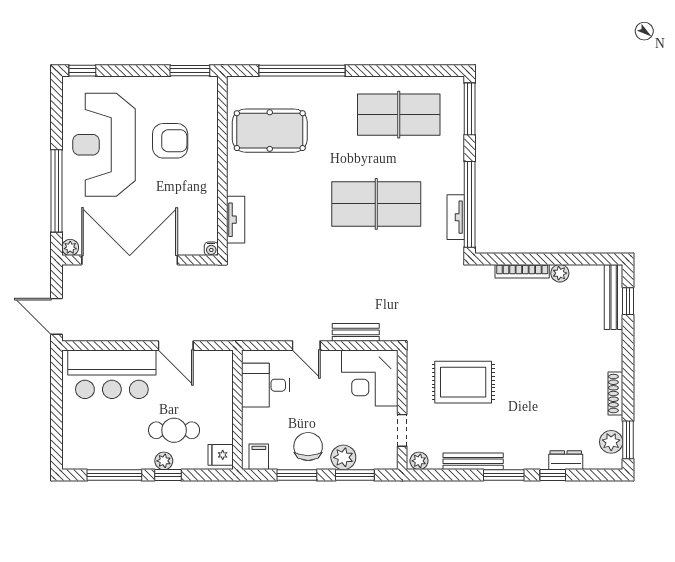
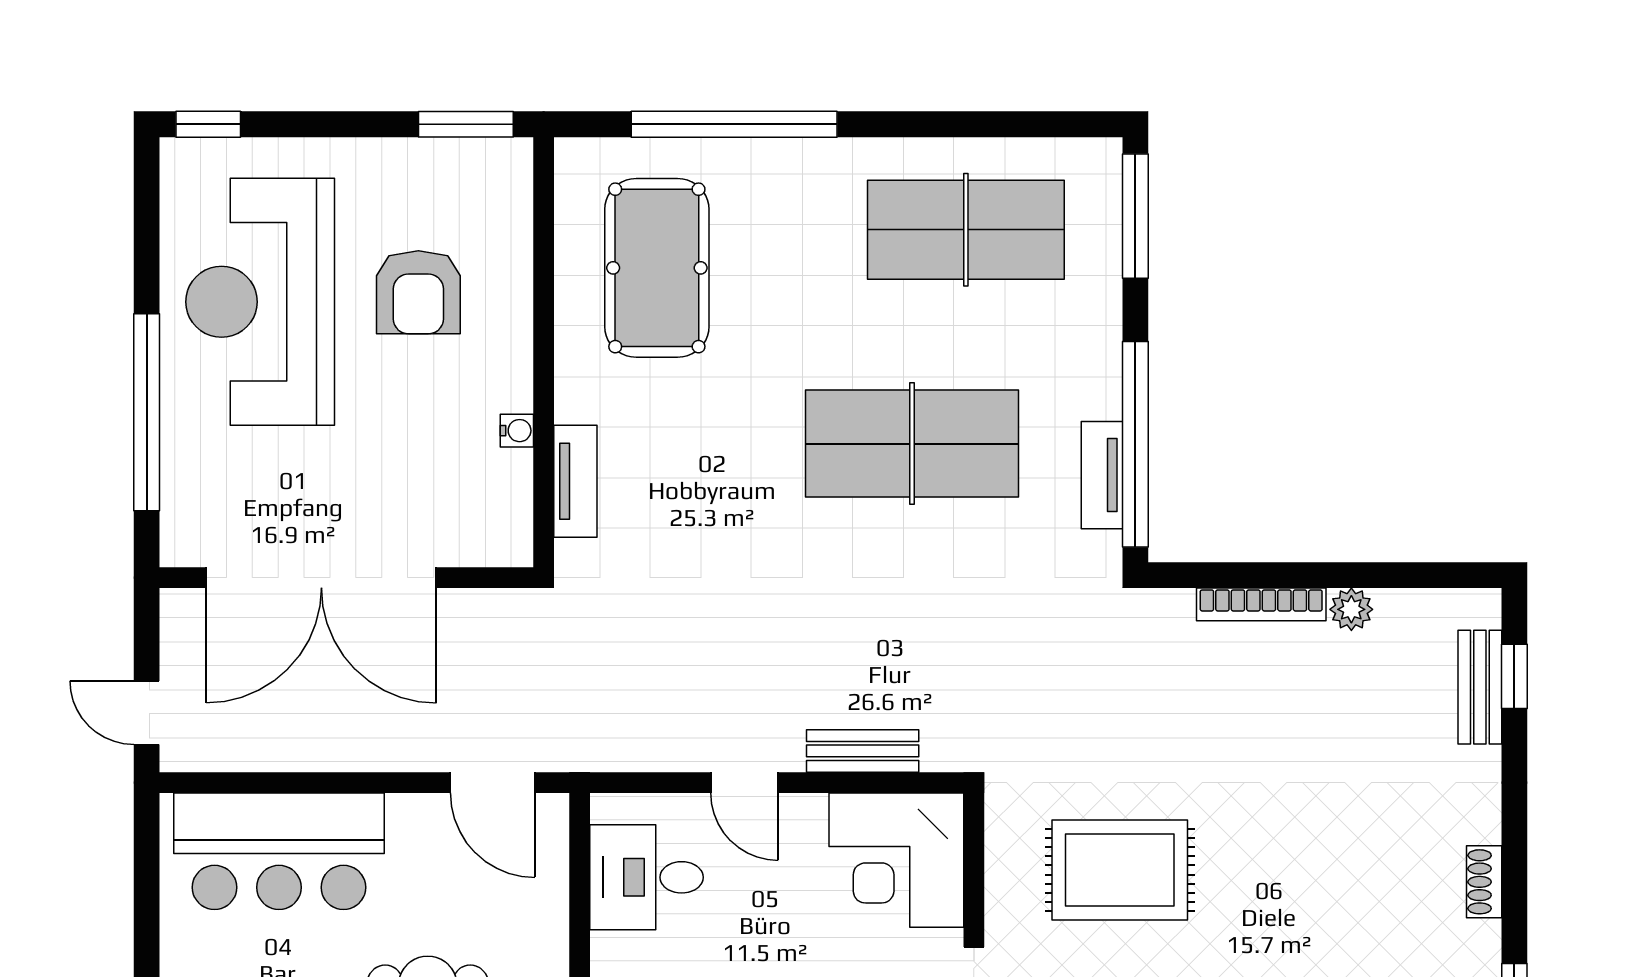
pool table: (270, 131) -> (657, 268), turned 90
armchair: (170, 141) -> (418, 292), turned 90
plant: (70, 247) -> (179, 548), removed
water cooler: (211, 249) -> (517, 431), moved, turned -90
double door: (130, 260) -> (321, 578), swing flipped
bench: (614, 297) -> (1480, 687), width x0.73
door: (57, 316) -> (147, 713), width x0.73
door: (176, 346) -> (493, 783), moved
shoe rack: (615, 394) -> (1484, 882), width x0.70

